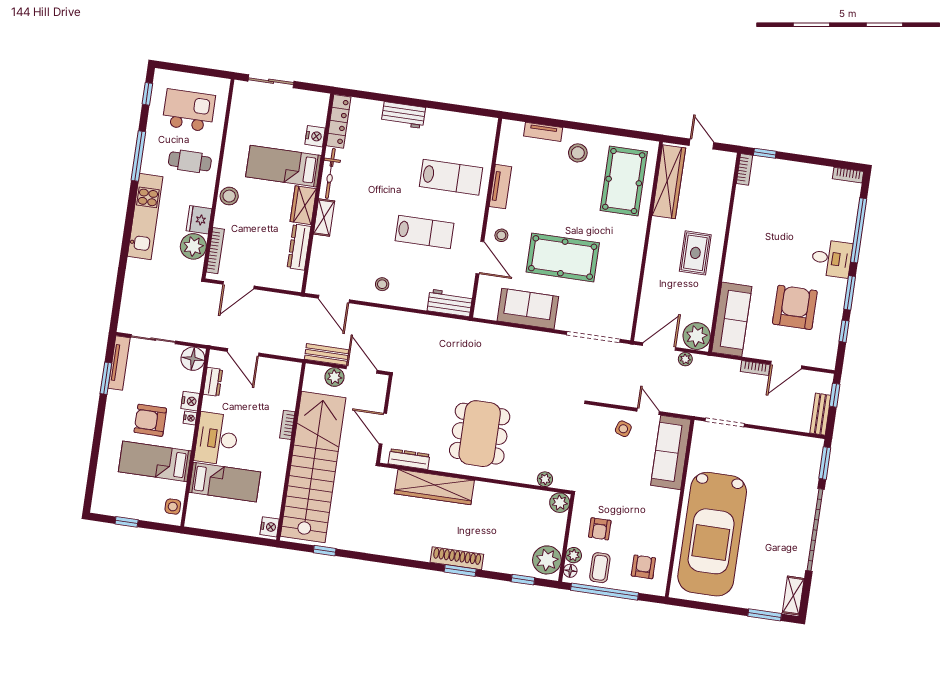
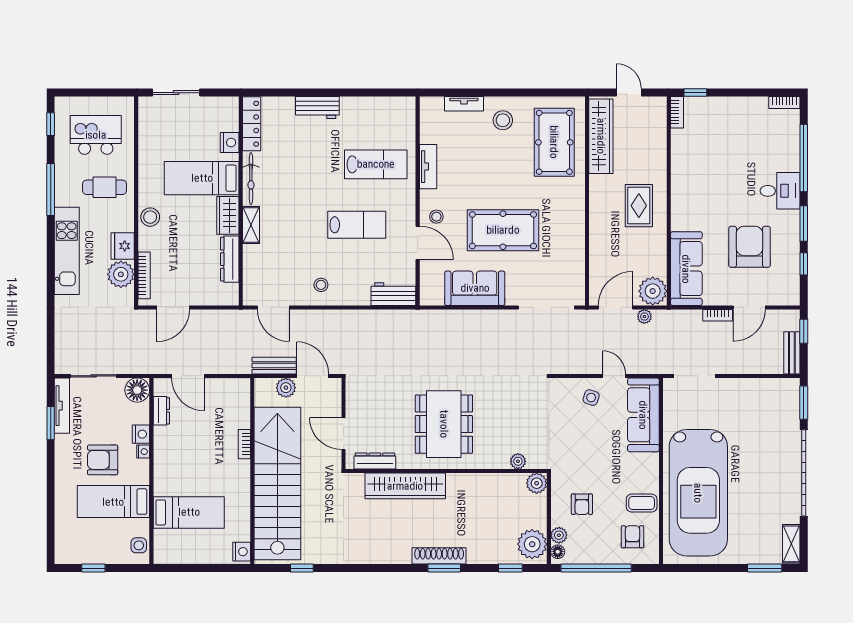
desk: (217, 439) -> (174, 469), removed
coffee table: (600, 568) -> (642, 503), moved, turned 90

